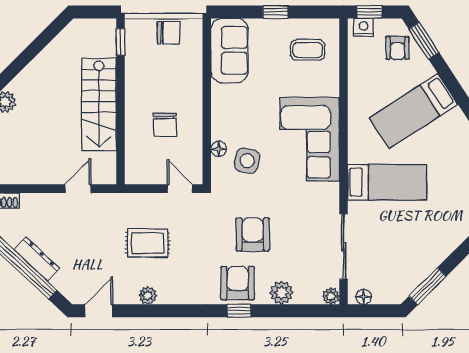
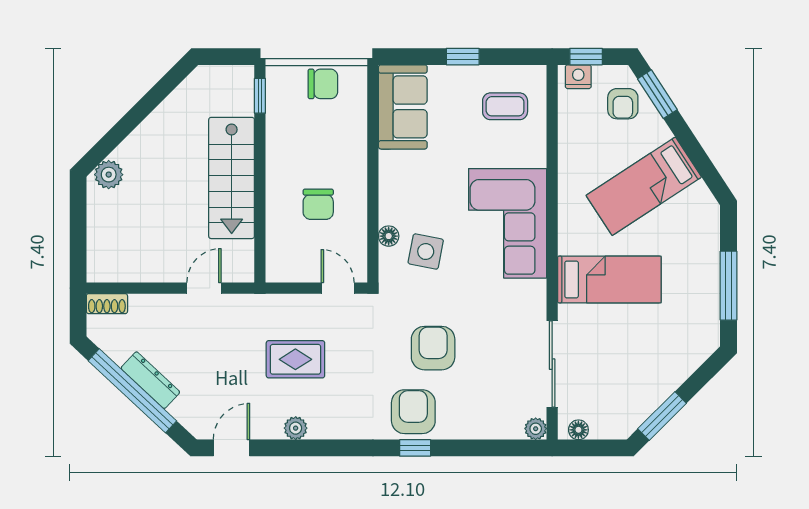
plant: (281, 293) -> (471, 424), removed

